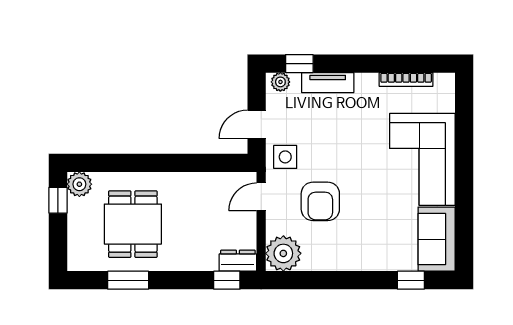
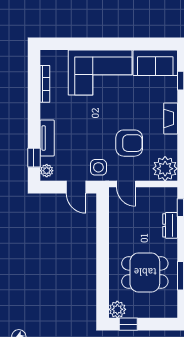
dresser: (238, 261) -> (170, 225), moved
fireplace: (356, 261) -> (171, 118), added

